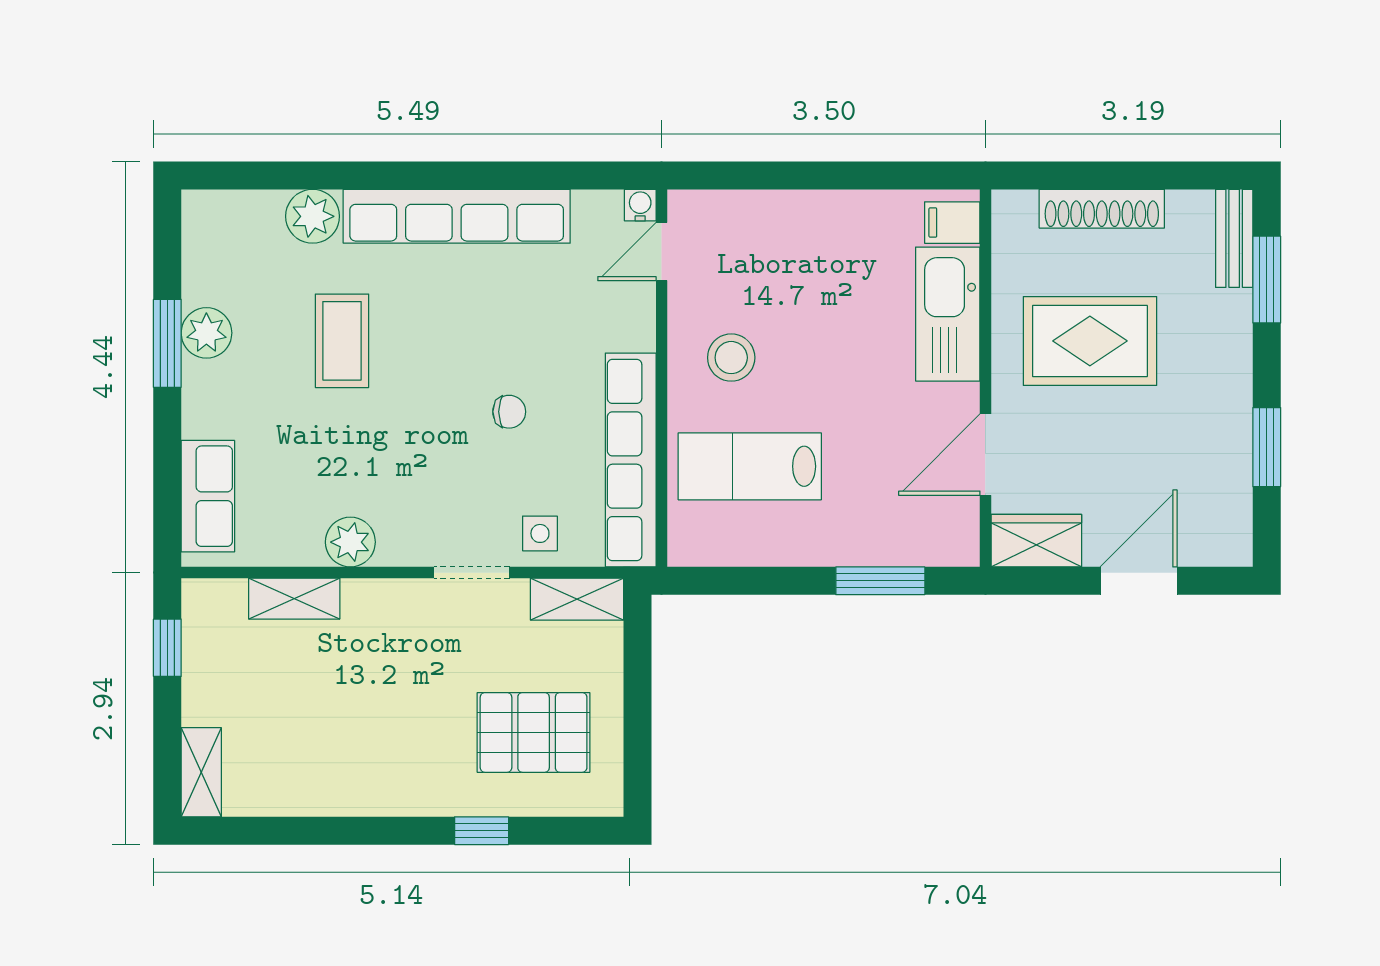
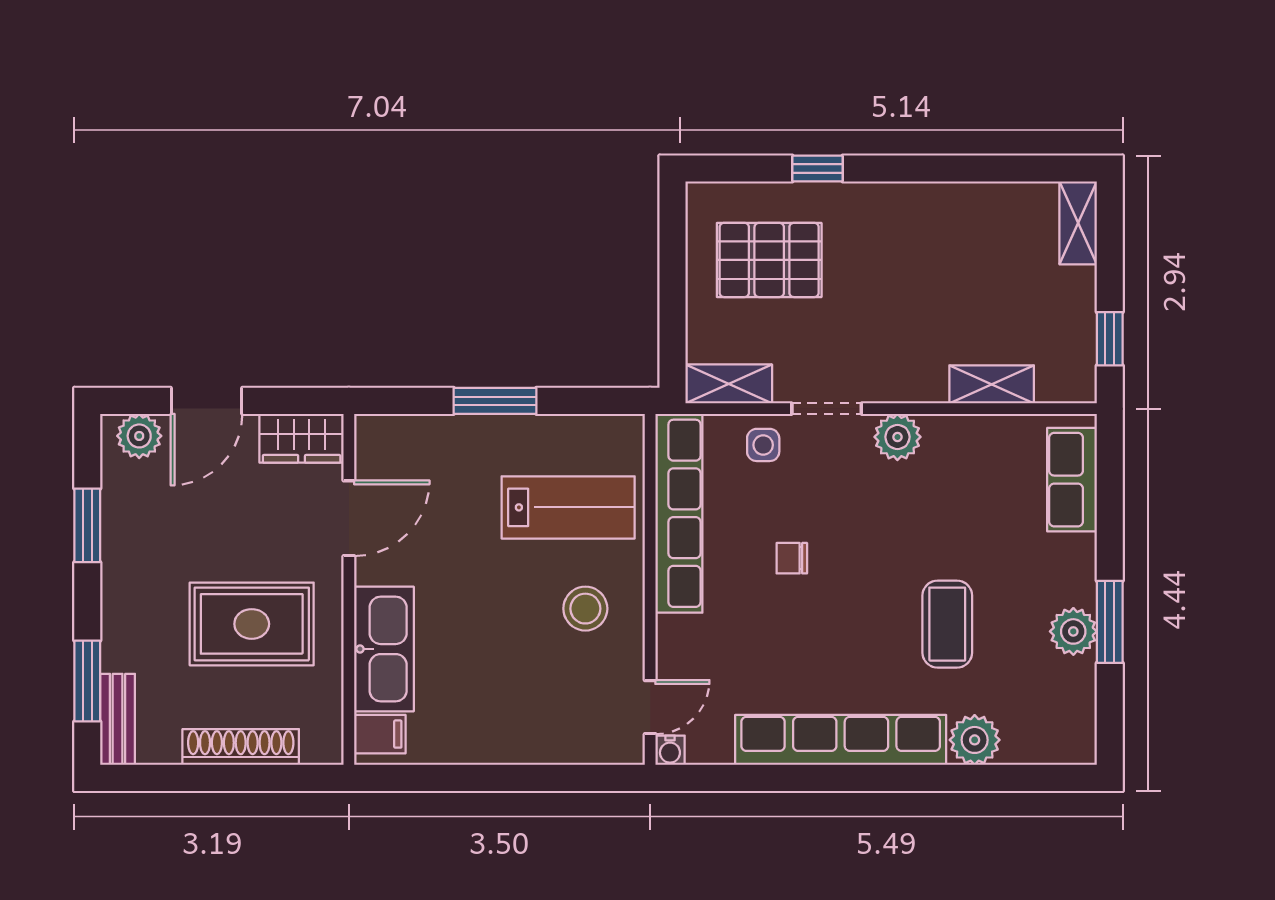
plant: (350, 542) -> (897, 437), moved
plant: (1211, 543) -> (139, 436), added
window: (880, 581) -> (495, 401), moved

